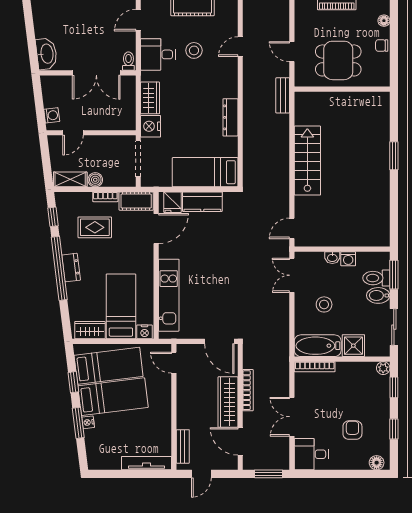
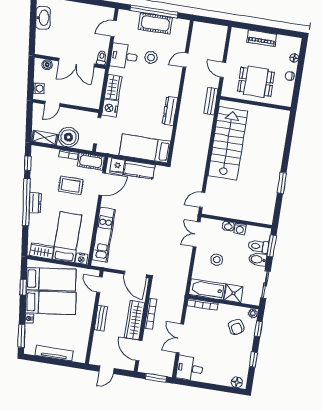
washbasin: (46, 54) -> (43, 18), moved
boiler: (58, 82) -> (47, 65), added
window: (394, 156) -> (282, 183), moved
stairs: (307, 161) -> (228, 143), width x1.36, depth x1.51
boiler: (95, 180) -> (68, 137), width x1.86, depth x1.86
rug: (95, 227) -> (71, 185), moved
window: (78, 423) -> (21, 336), moved
armchair: (352, 430) -> (236, 327), moved, turned 152
bench: (183, 446) -> (101, 318), moved
tv unit: (146, 463) -> (54, 353), moved

